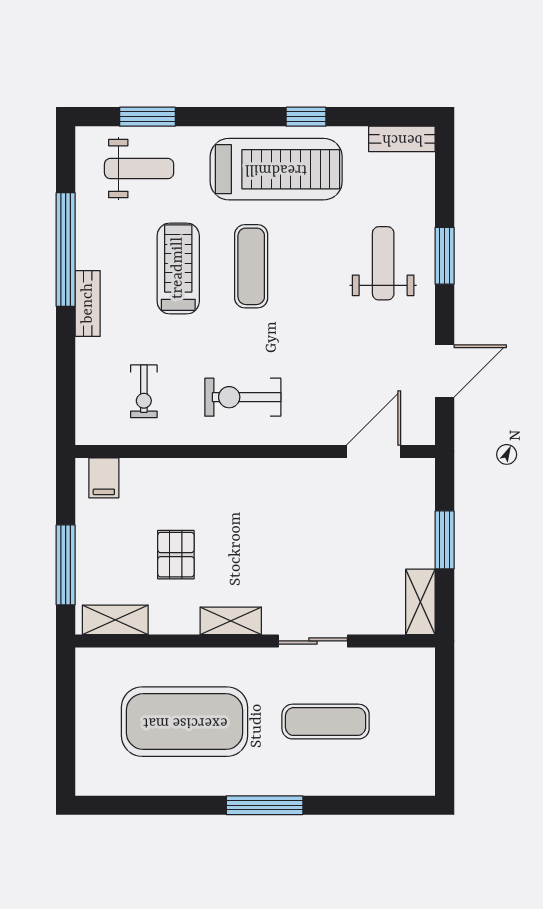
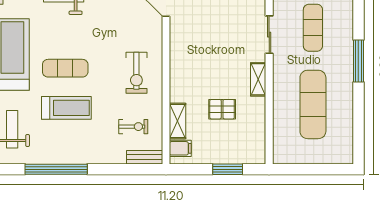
treadmill: (178, 268) -> (66, 108), turned 180
bench: (88, 303) -> (145, 157), moved
window: (66, 565) -> (228, 169), width x0.69
shelving: (115, 620) -> (177, 121), moved
exercise mat: (185, 722) -> (313, 104), width x0.68

